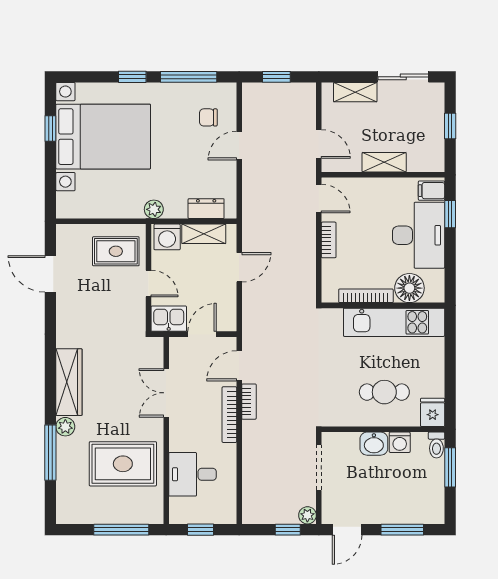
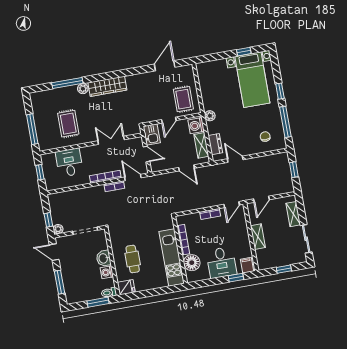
bed with nightstands: (103, 137) -> (252, 80), width x0.73
door: (239, 146) -> (235, 159), moved
desk: (419, 235) -> (221, 262), width x0.73
rug: (123, 464) -> (68, 124), width x0.73, depth x0.70

